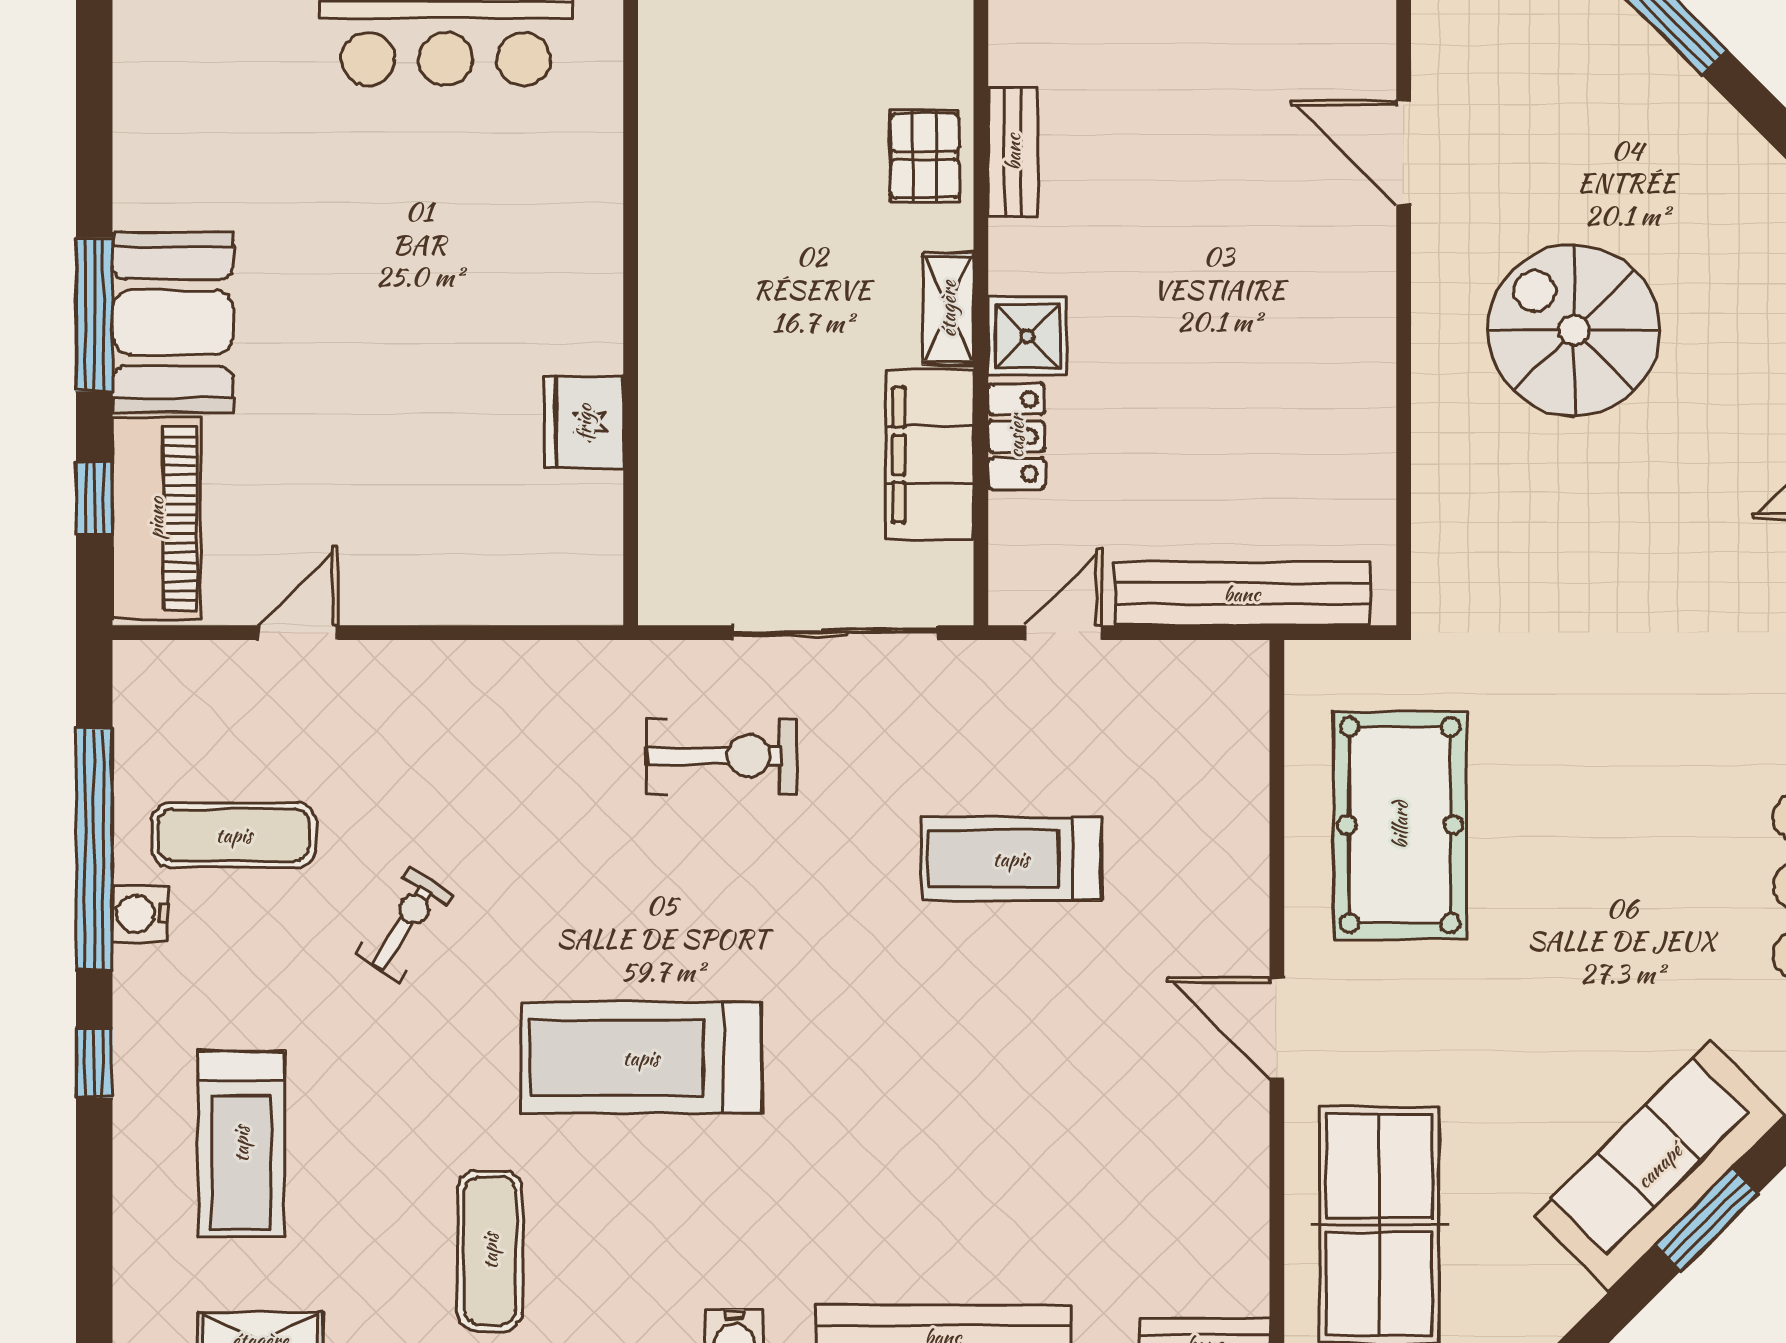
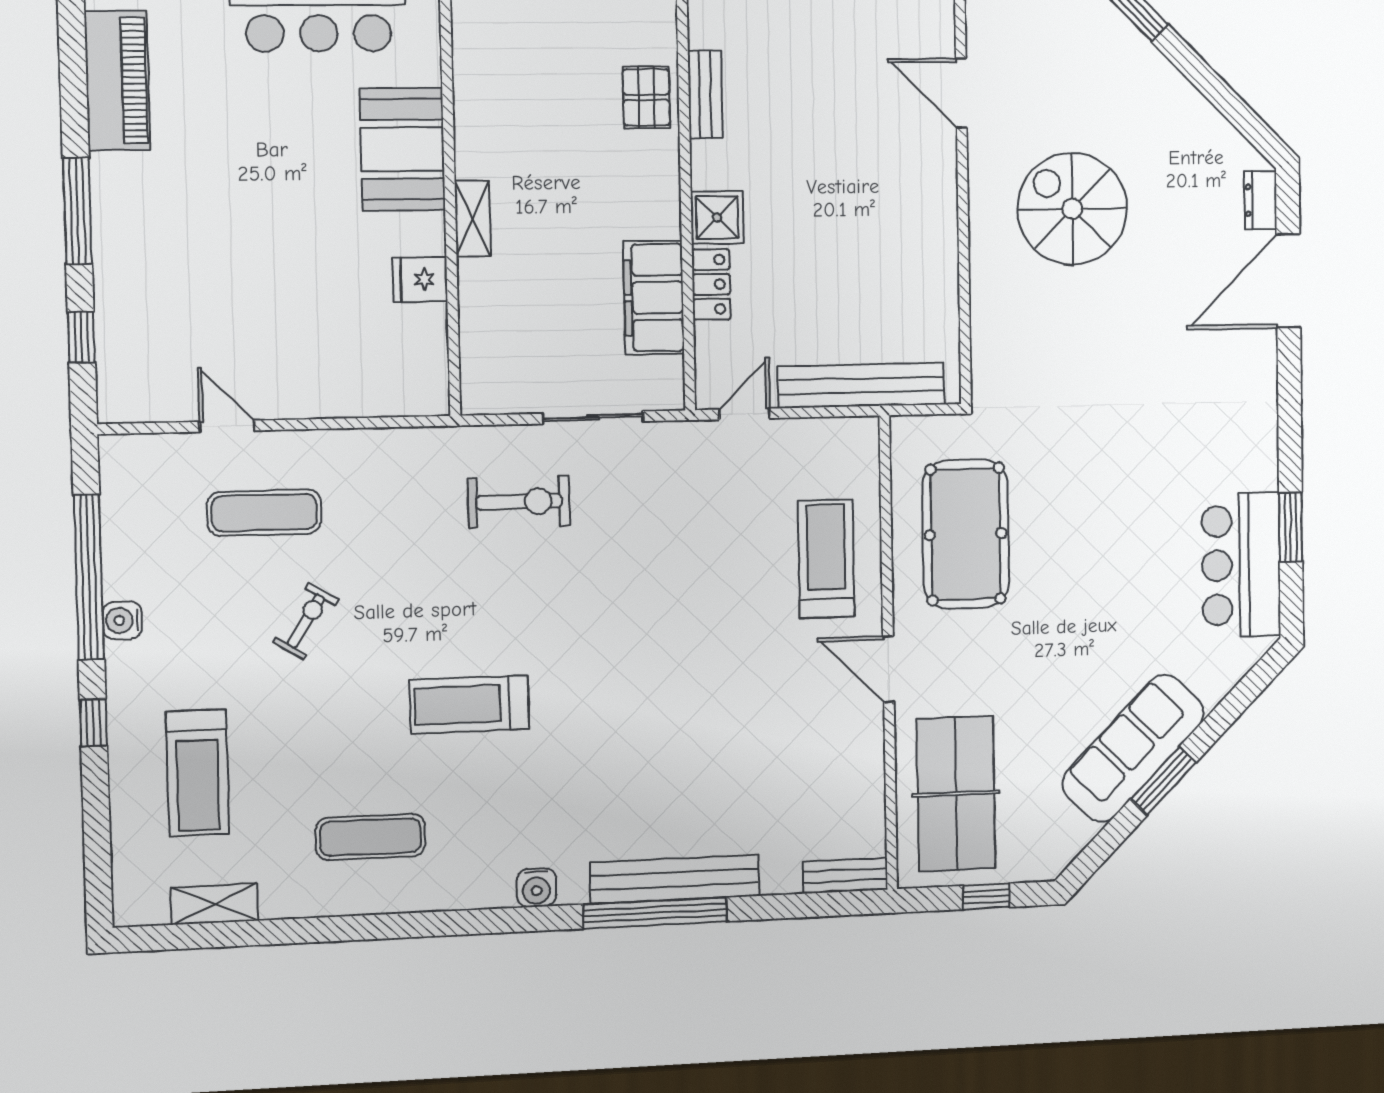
shelving: (948, 309) -> (473, 218), moved
booth: (173, 322) -> (402, 149), moved
fridge: (584, 422) -> (420, 280), width x0.72
piano: (156, 518) -> (117, 81), moved
door: (298, 633) -> (227, 426), hinge flipped
sliding door: (835, 633) -> (593, 417), width x0.73
exercise mat: (234, 835) -> (264, 513), moved
treadmill: (1011, 859) -> (826, 559), moved, turned 90
treadmill: (641, 1058) -> (469, 704), width x0.73, depth x0.73
exercise mat: (490, 1251) -> (370, 837), turned 90

